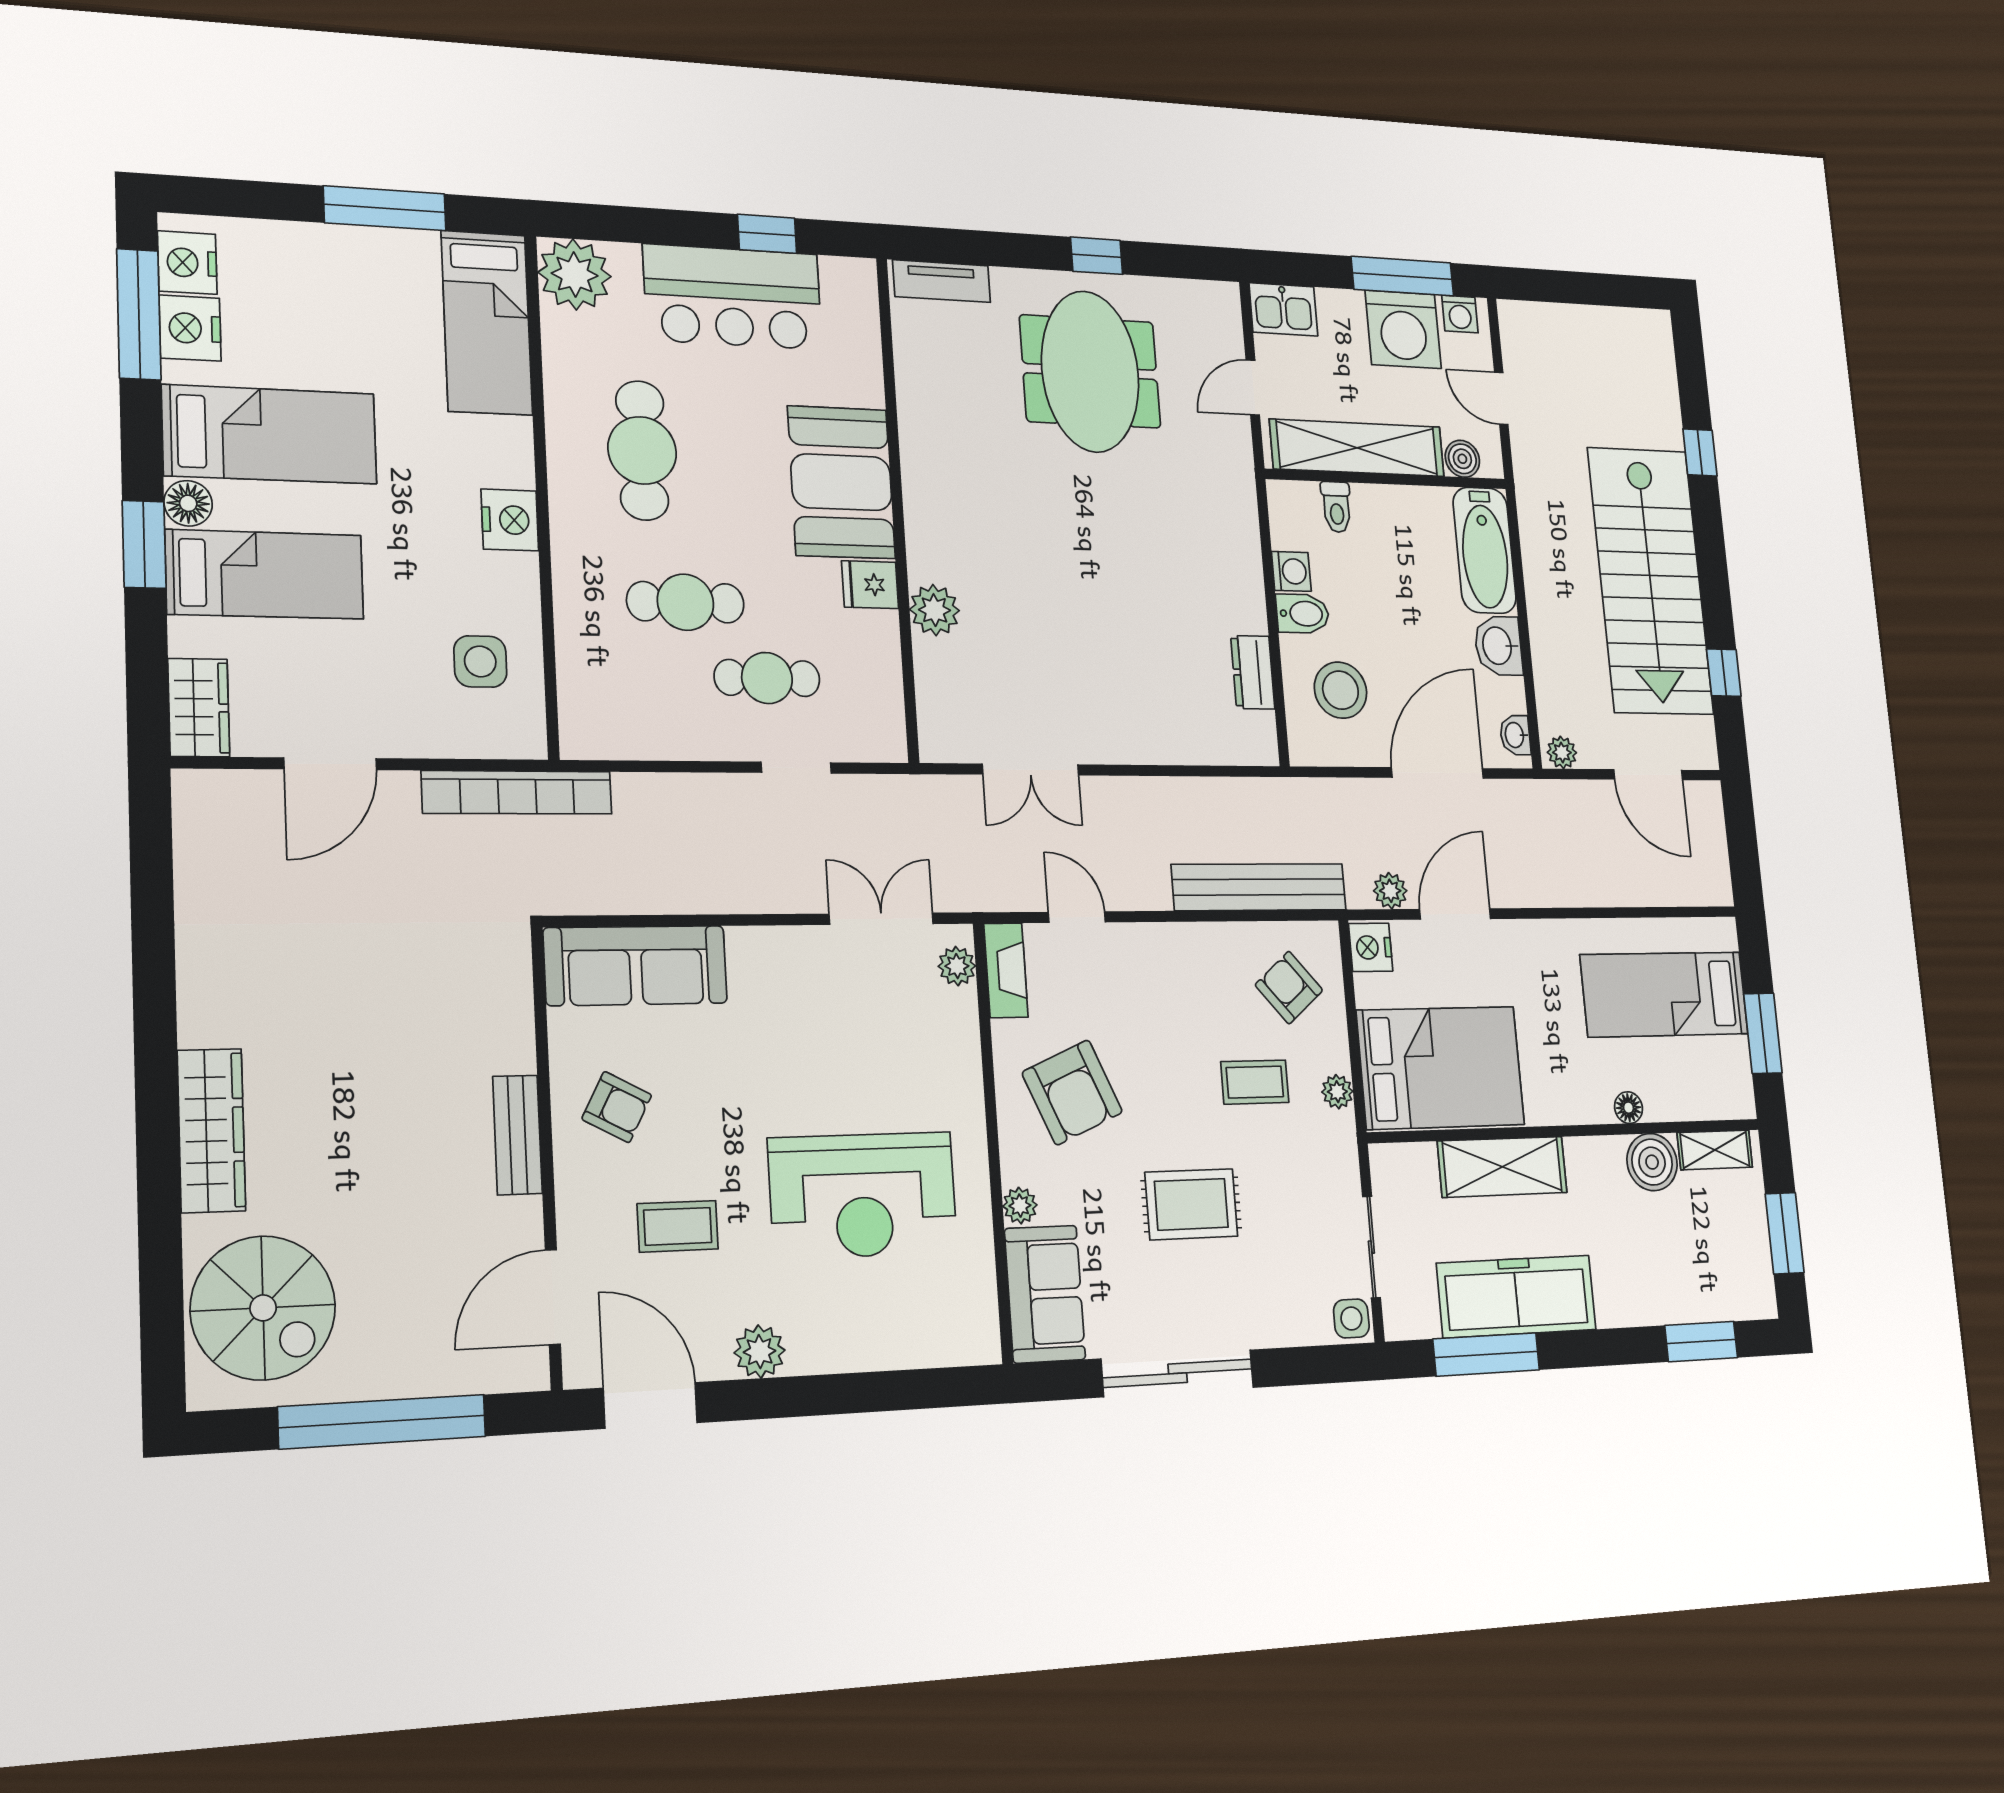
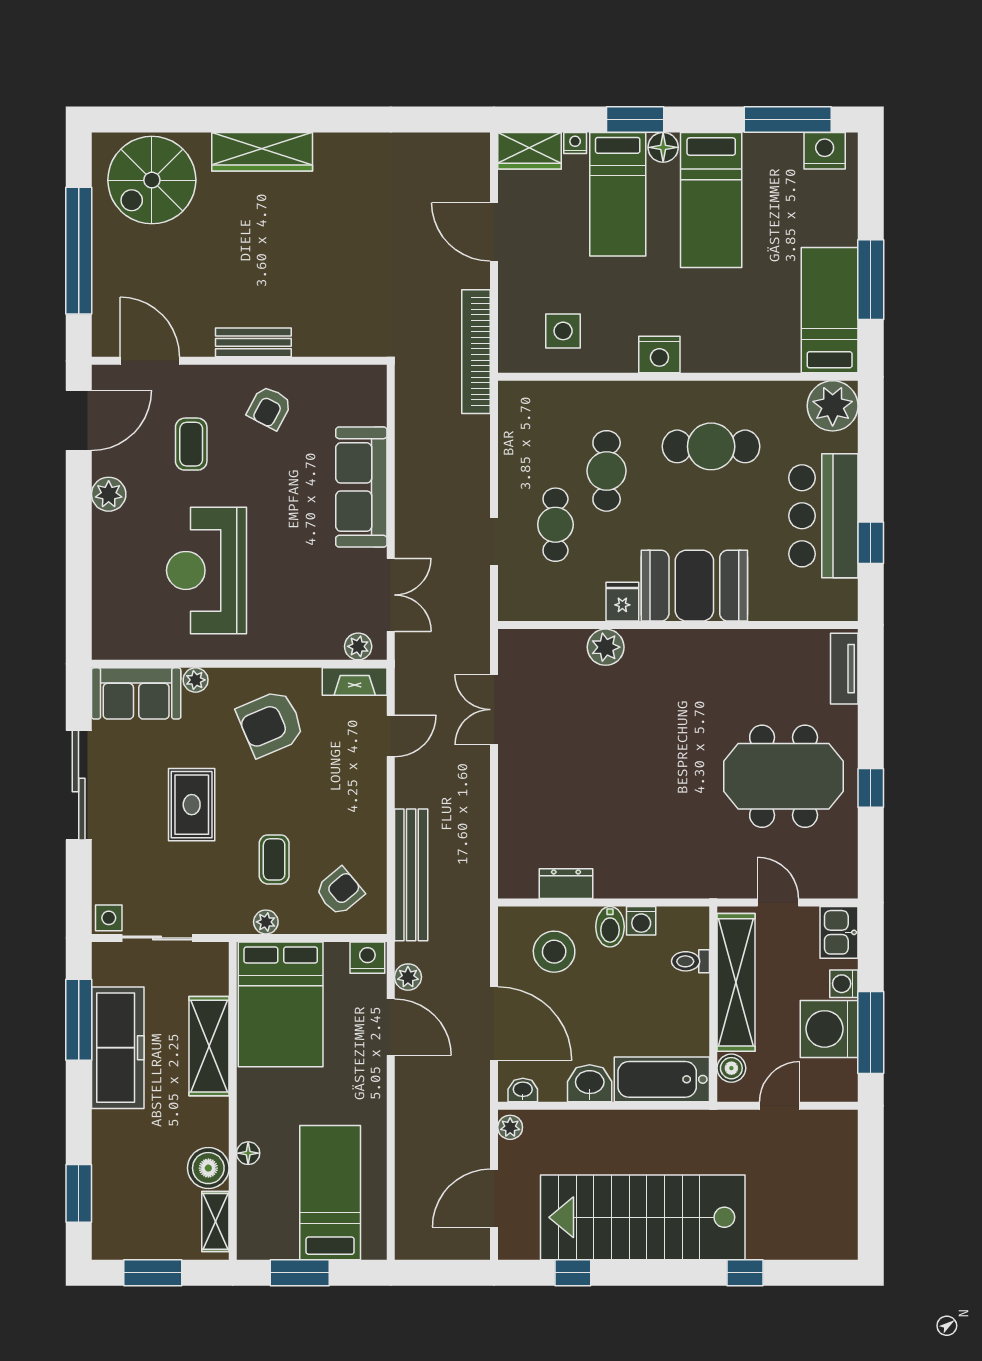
washing machine: (1460, 314) -> (844, 984), moved
bed: (487, 323) -> (830, 310), moved, turned 90
nightstand: (190, 328) -> (575, 143), moved, width x0.53, depth x0.56
sofa: (636, 966) -> (361, 487), moved

